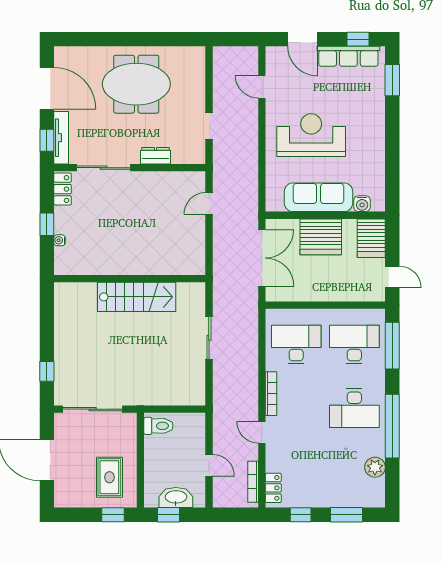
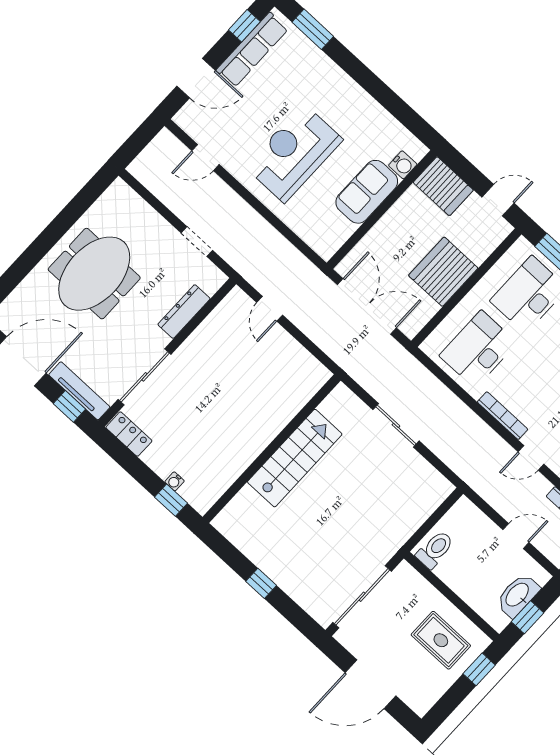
dresser: (156, 156) -> (184, 312), width x1.44
sofa: (319, 197) -> (367, 192), width x0.73
window: (47, 224) -> (171, 500), moved
server rack: (321, 237) -> (443, 272), moved, turned 180
window: (47, 371) -> (261, 583), moved

